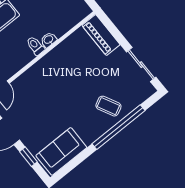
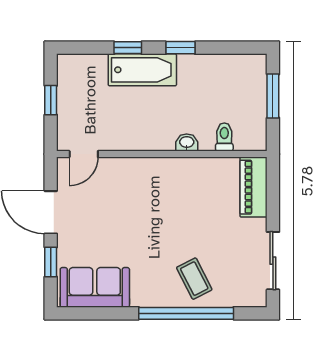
toilet: (35, 46) -> (224, 137), moved

